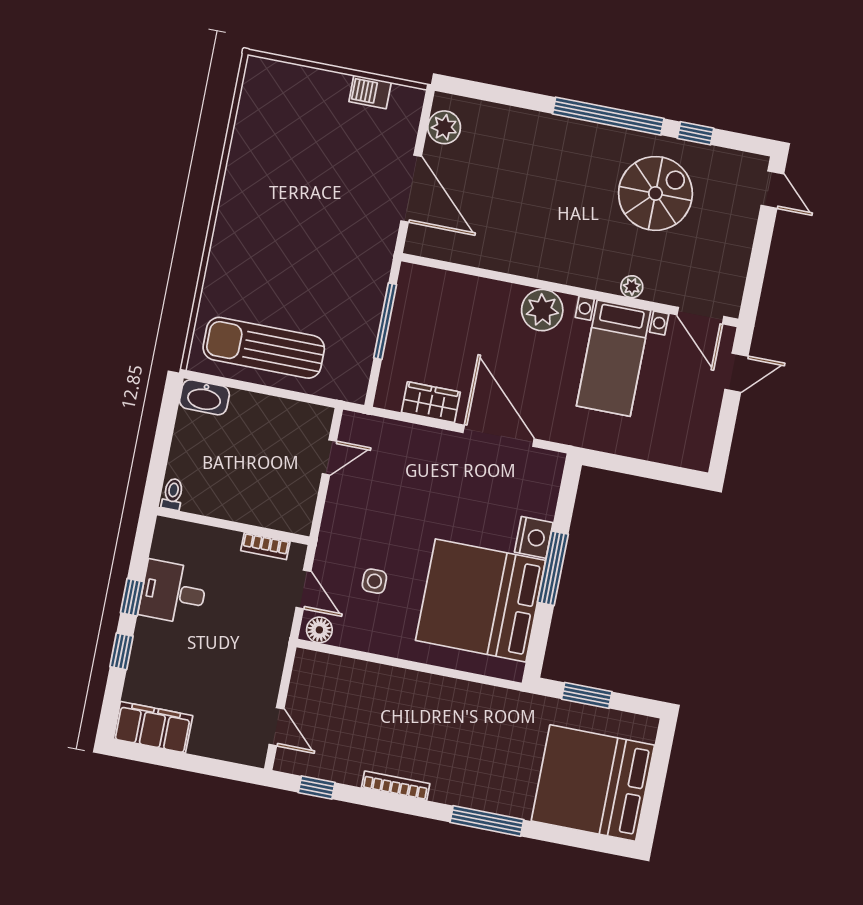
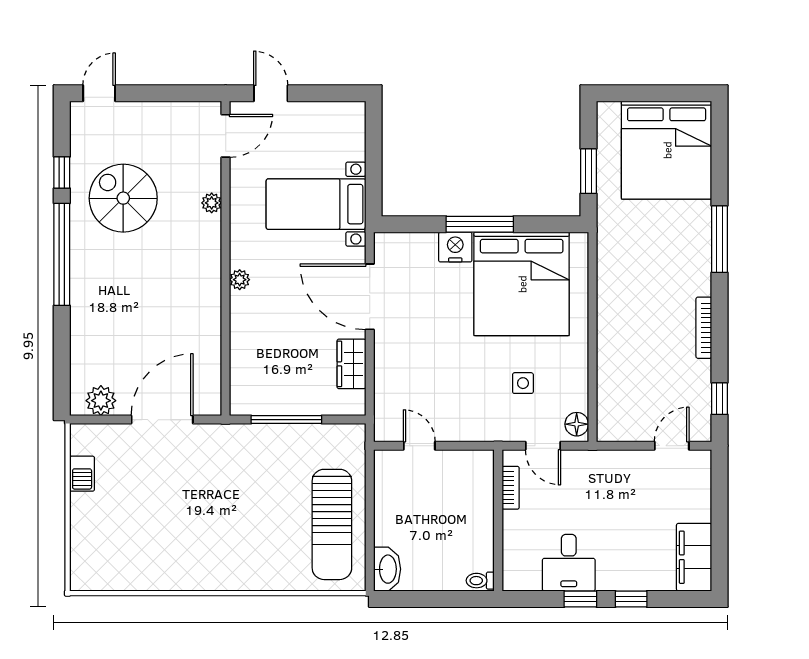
plant: (542, 310) -> (240, 280), width x0.53, depth x0.53
bed with nightstands: (614, 358) -> (316, 204), moved, turned 180
door: (499, 436) -> (370, 297), hinge flipped
door: (303, 589) -> (543, 446), swing flipped

